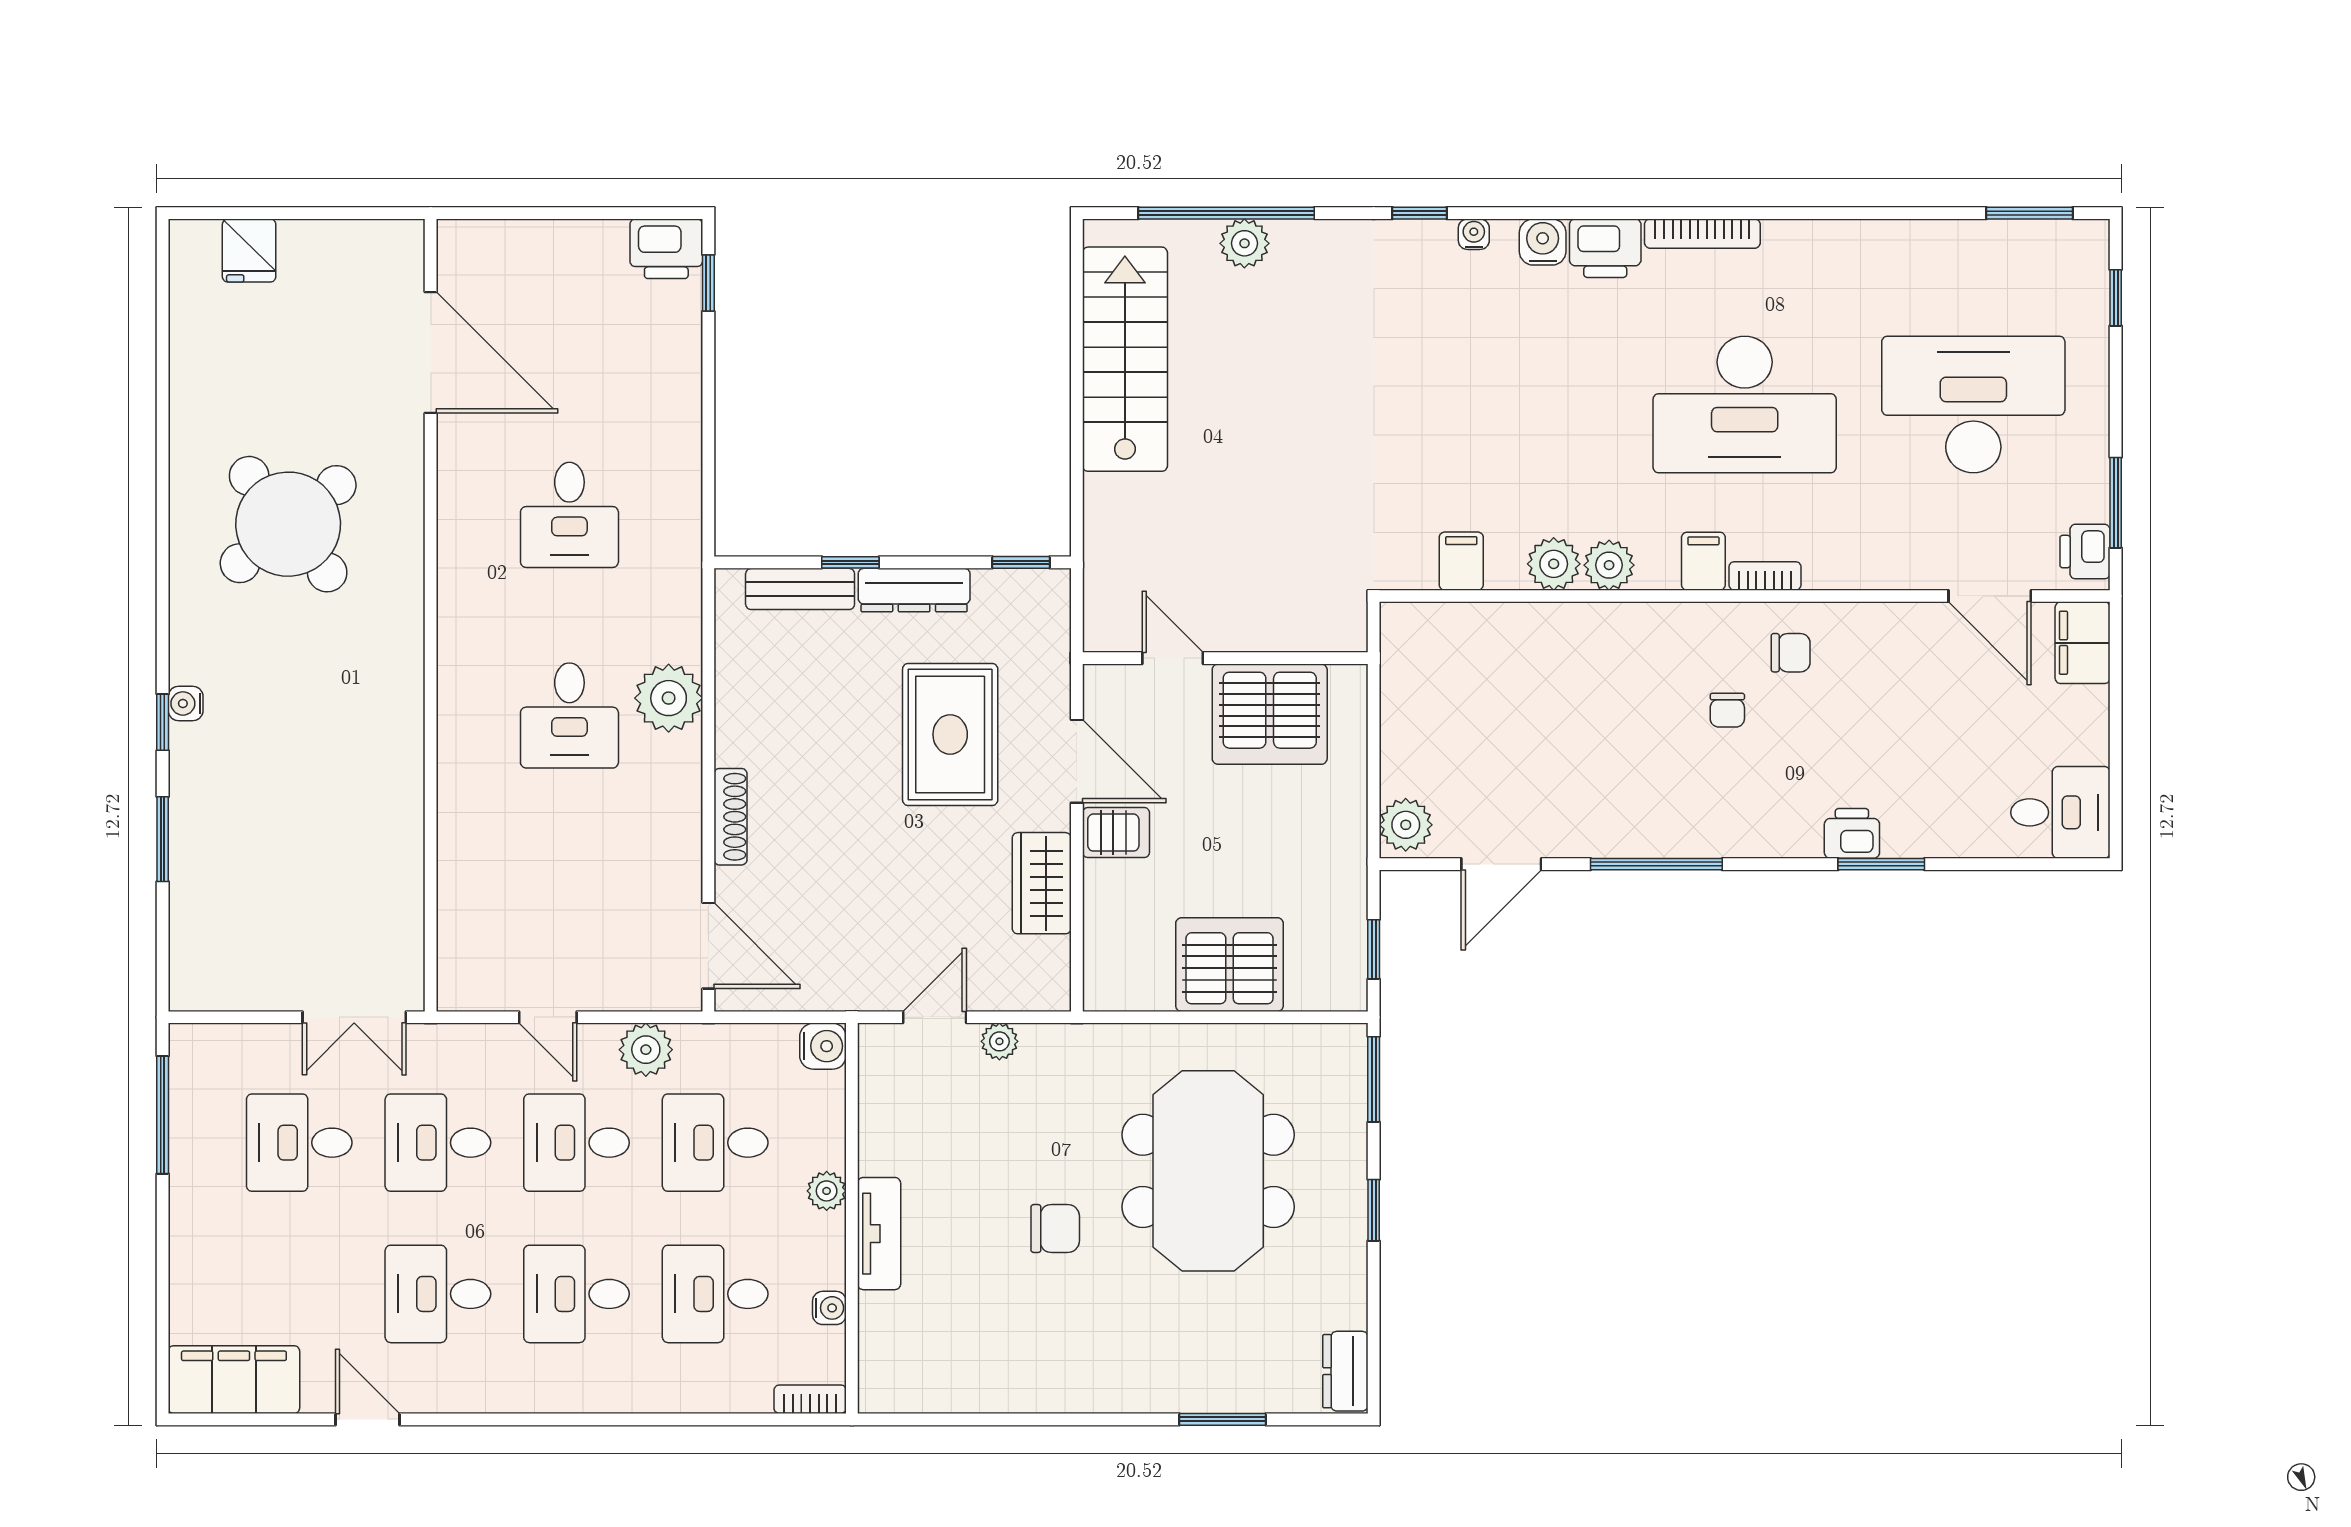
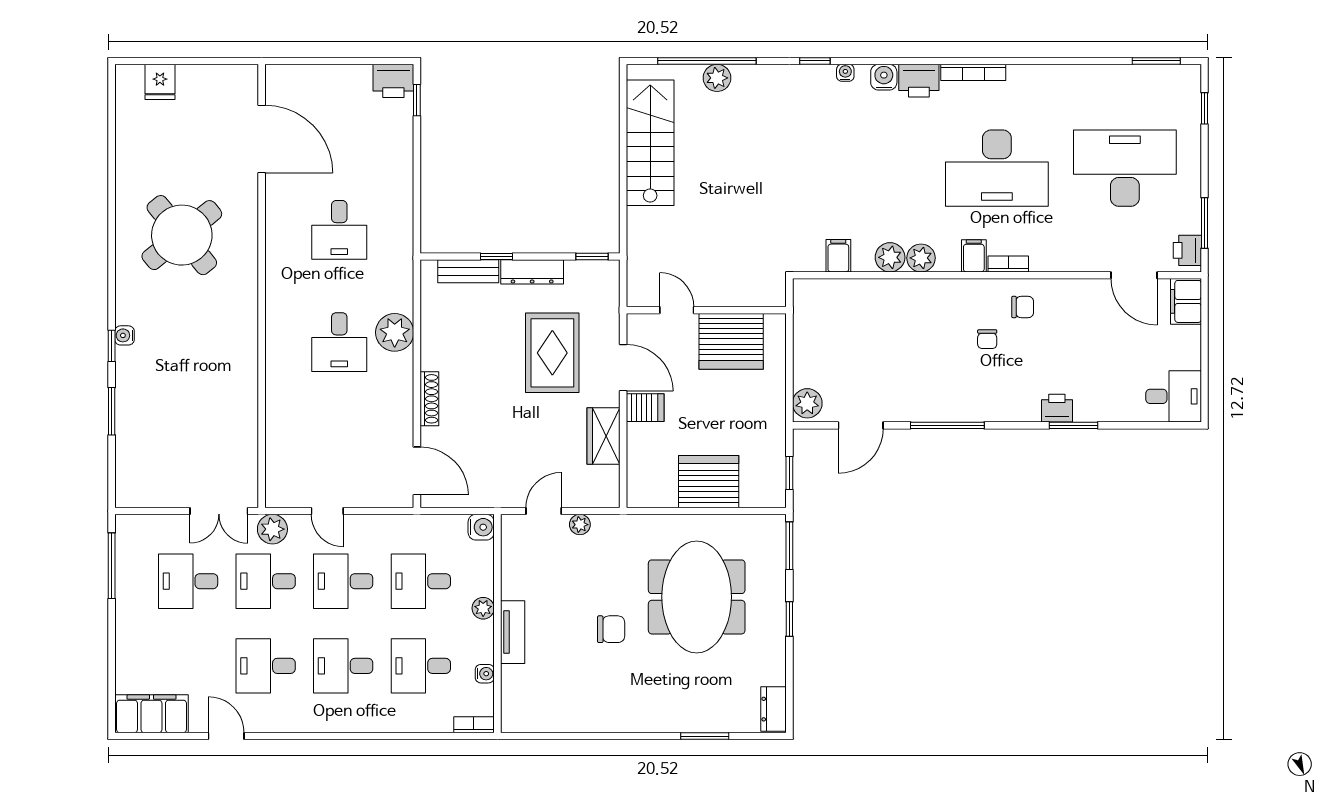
plant: (646, 1050) -> (272, 529), moved

